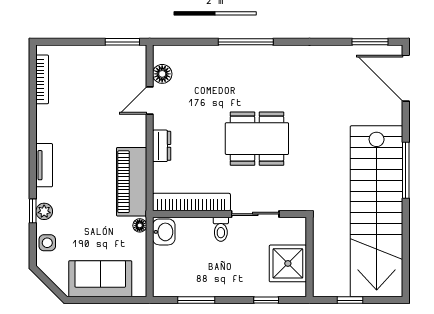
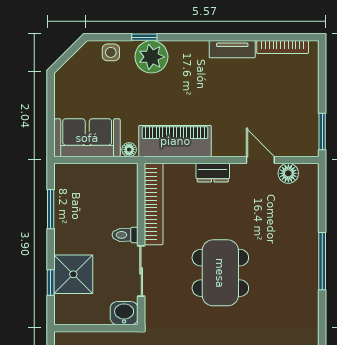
tv unit: (44, 165) -> (232, 49), moved
plant: (44, 211) -> (151, 57), width x1.87, depth x1.87
washbasin: (164, 232) -> (124, 313), moved, turned 180
shower: (288, 263) -> (73, 274), moved
sofa: (100, 279) -> (87, 138), moved, turned -90

